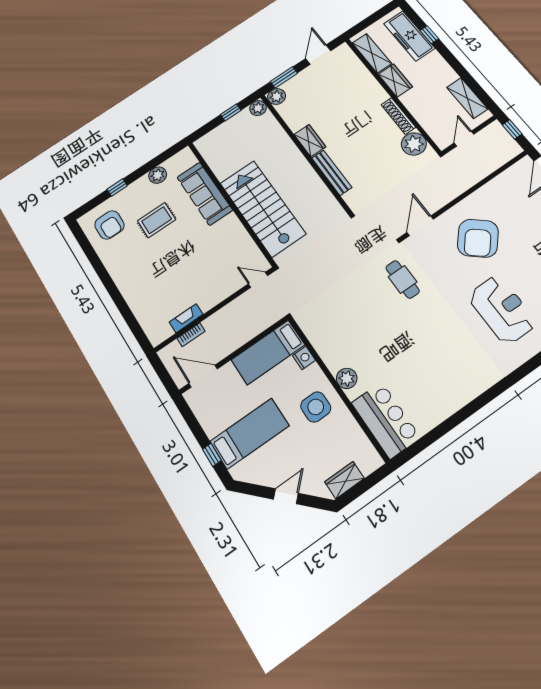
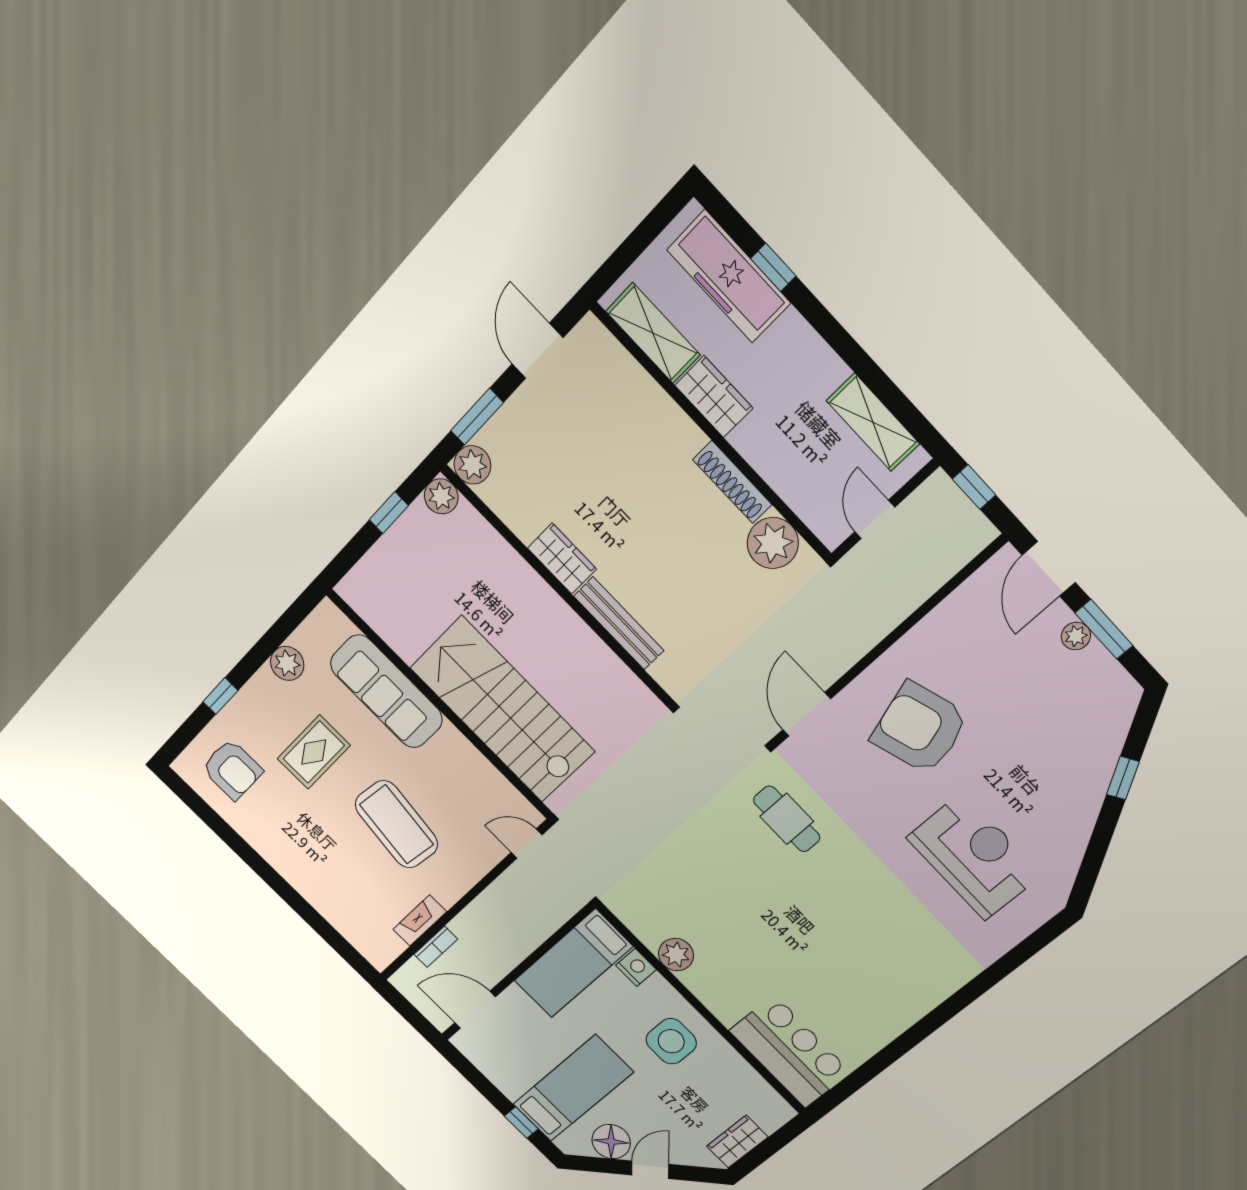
armchair: (478, 238) -> (920, 728), turned 122
coffee table: (189, 263) -> (396, 824), added
plant: (347, 378) -> (676, 955), moved
floor lamp: (265, 473) -> (611, 1142), added

